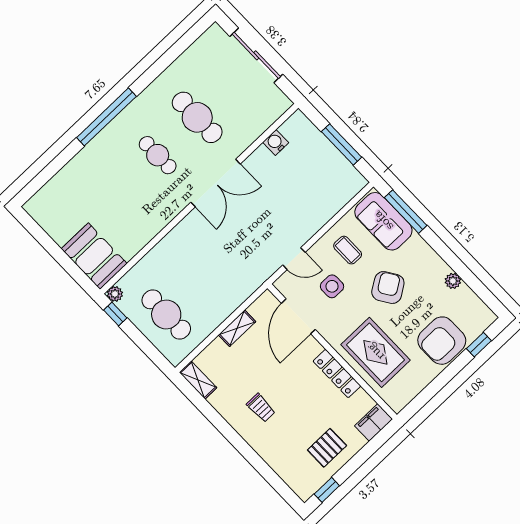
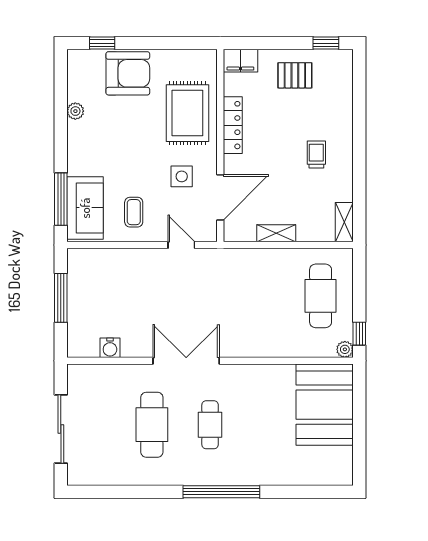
booth: (94, 256) -> (325, 405), width x1.36, depth x1.42
side table: (332, 286) -> (182, 176), moved
armchair: (388, 288) -> (130, 154), removed

